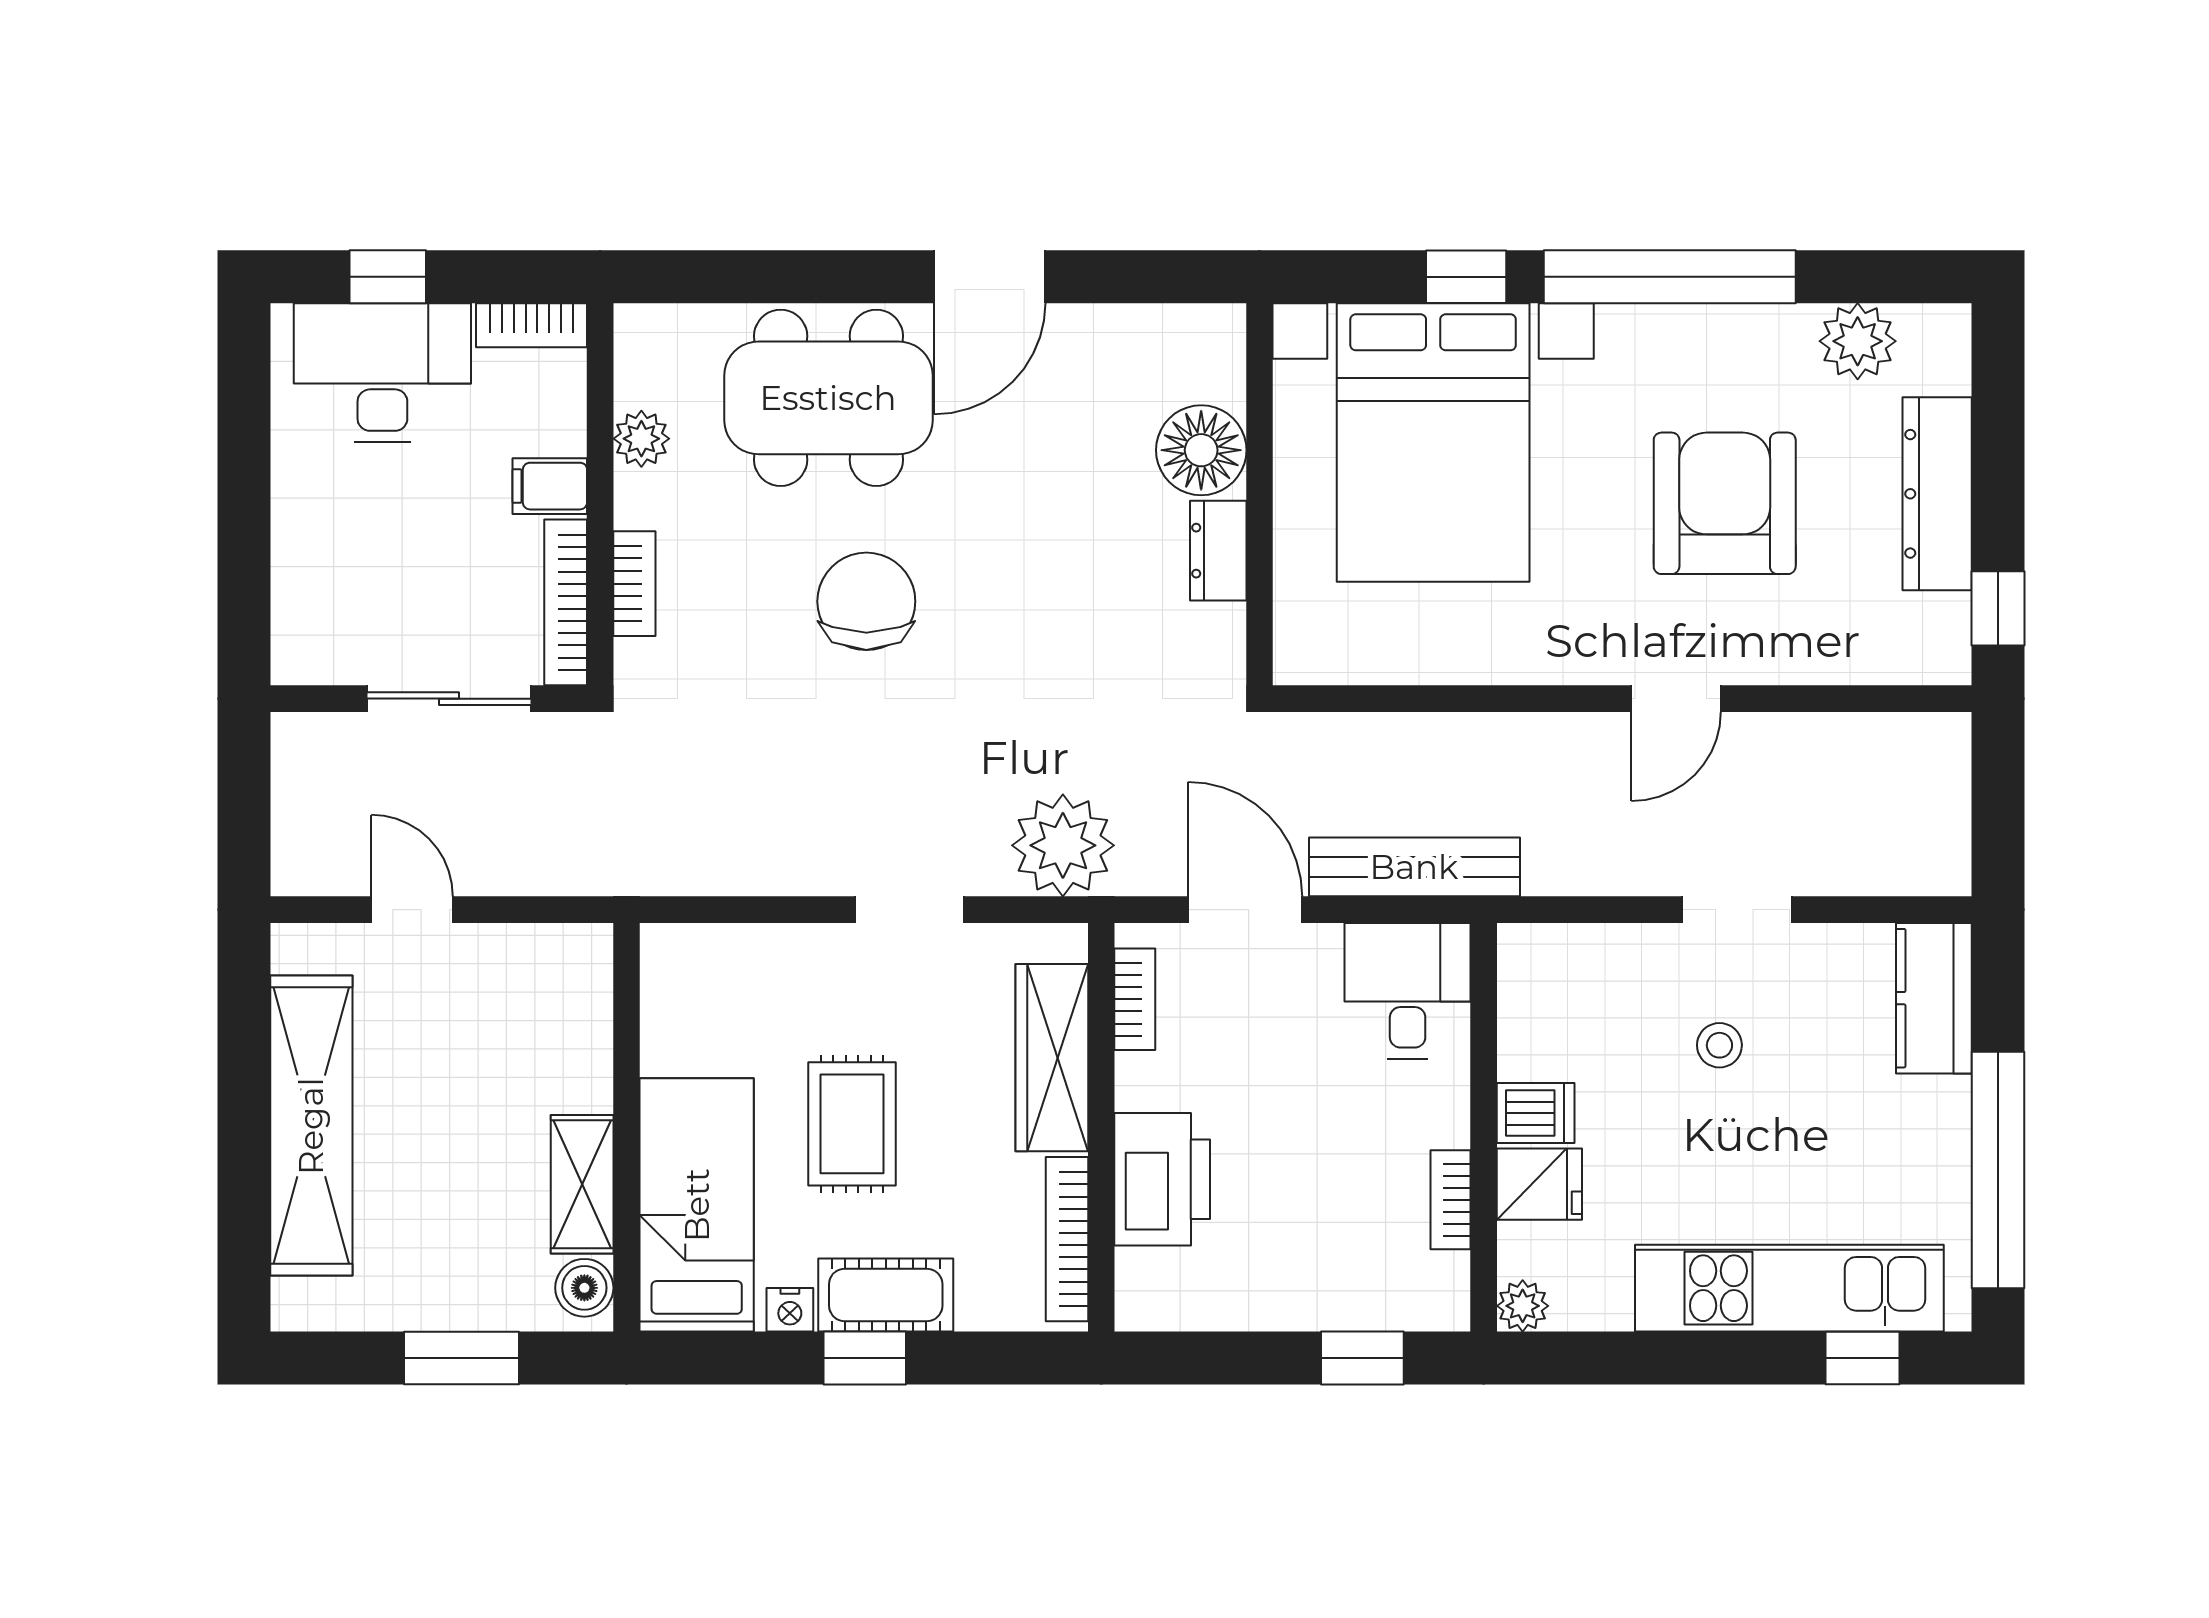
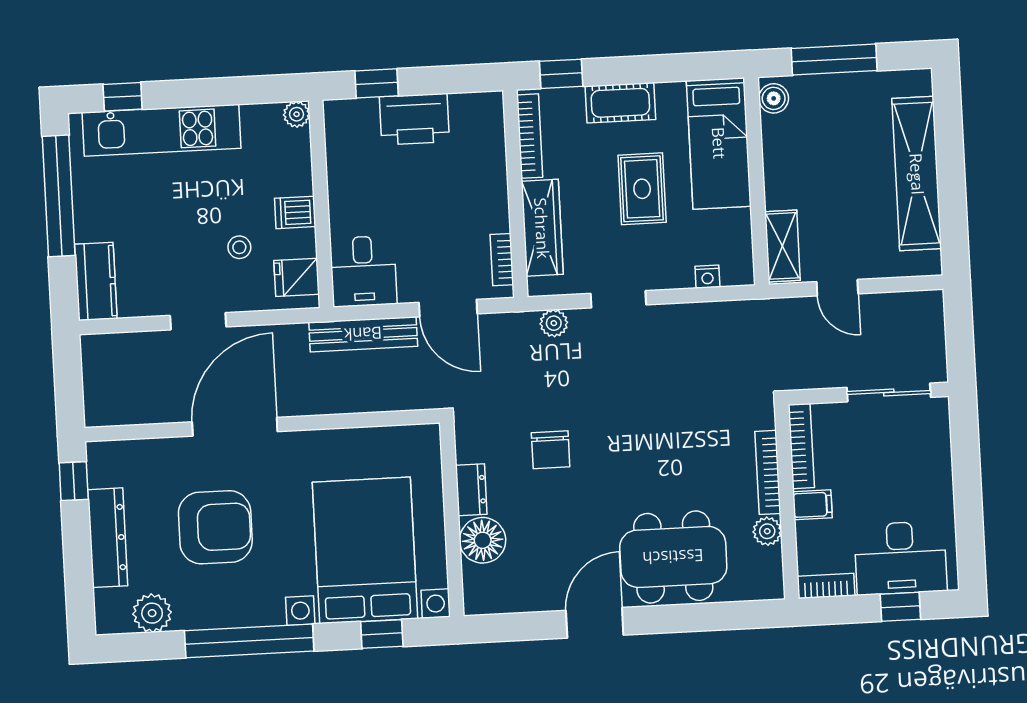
window: (1466, 277) -> (382, 634), moved
armchair: (1725, 503) -> (215, 527), turned -90
bookcase: (634, 584) -> (768, 472), width x1.56
chair: (866, 601) -> (551, 450), moved, width x0.73, depth x0.73
sliding door: (449, 699) -> (889, 392), moved
door: (1676, 699) -> (235, 427), width x1.88
plant: (1063, 845) -> (554, 323), width x0.53, depth x0.53
door: (412, 910) -> (837, 288), moved
stool: (1719, 1045) -> (239, 247), moved
printer: (1162, 1179) -> (414, 119), moved, turned -90
shelving: (582, 1184) -> (783, 246), moved
fridge: (1539, 1184) -> (297, 277), moved
bookcase: (1451, 1200) -> (336, 166), removed
nightstand: (790, 1310) -> (707, 277), moved, turned 180
window: (462, 1358) -> (834, 59), width x1.44
window: (865, 1358) -> (561, 74), moved

